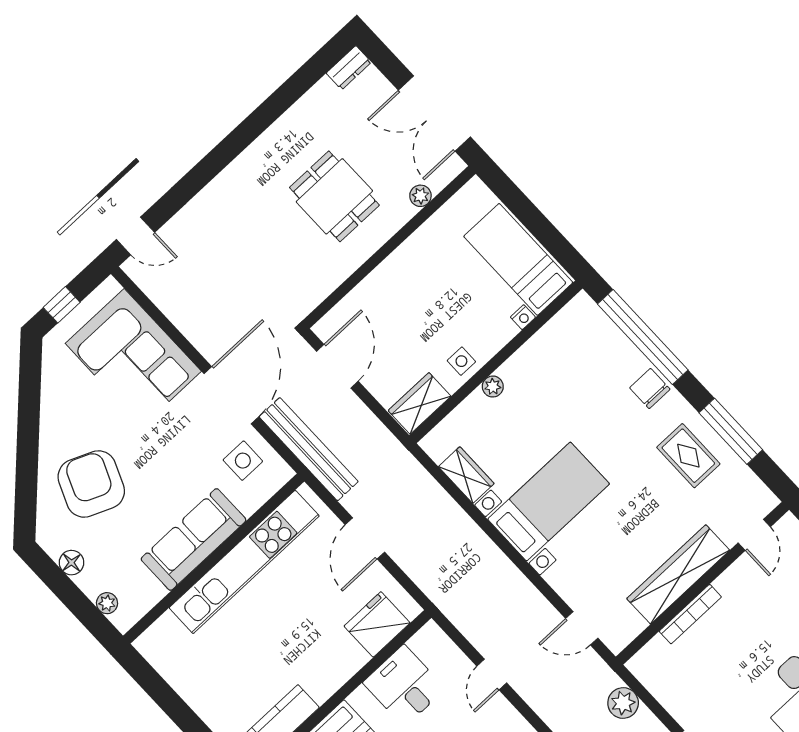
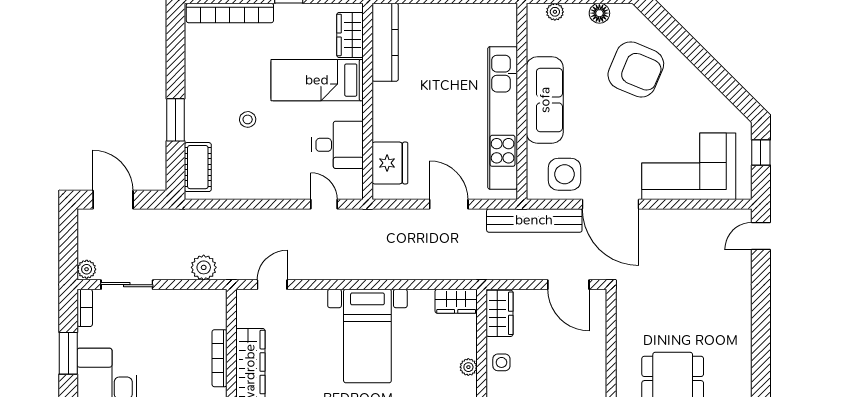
side table: (243, 461) -> (565, 174), width x1.37, depth x1.37
wardrobe: (466, 475) -> (456, 301), moved
door: (492, 674) -> (324, 204), moved

